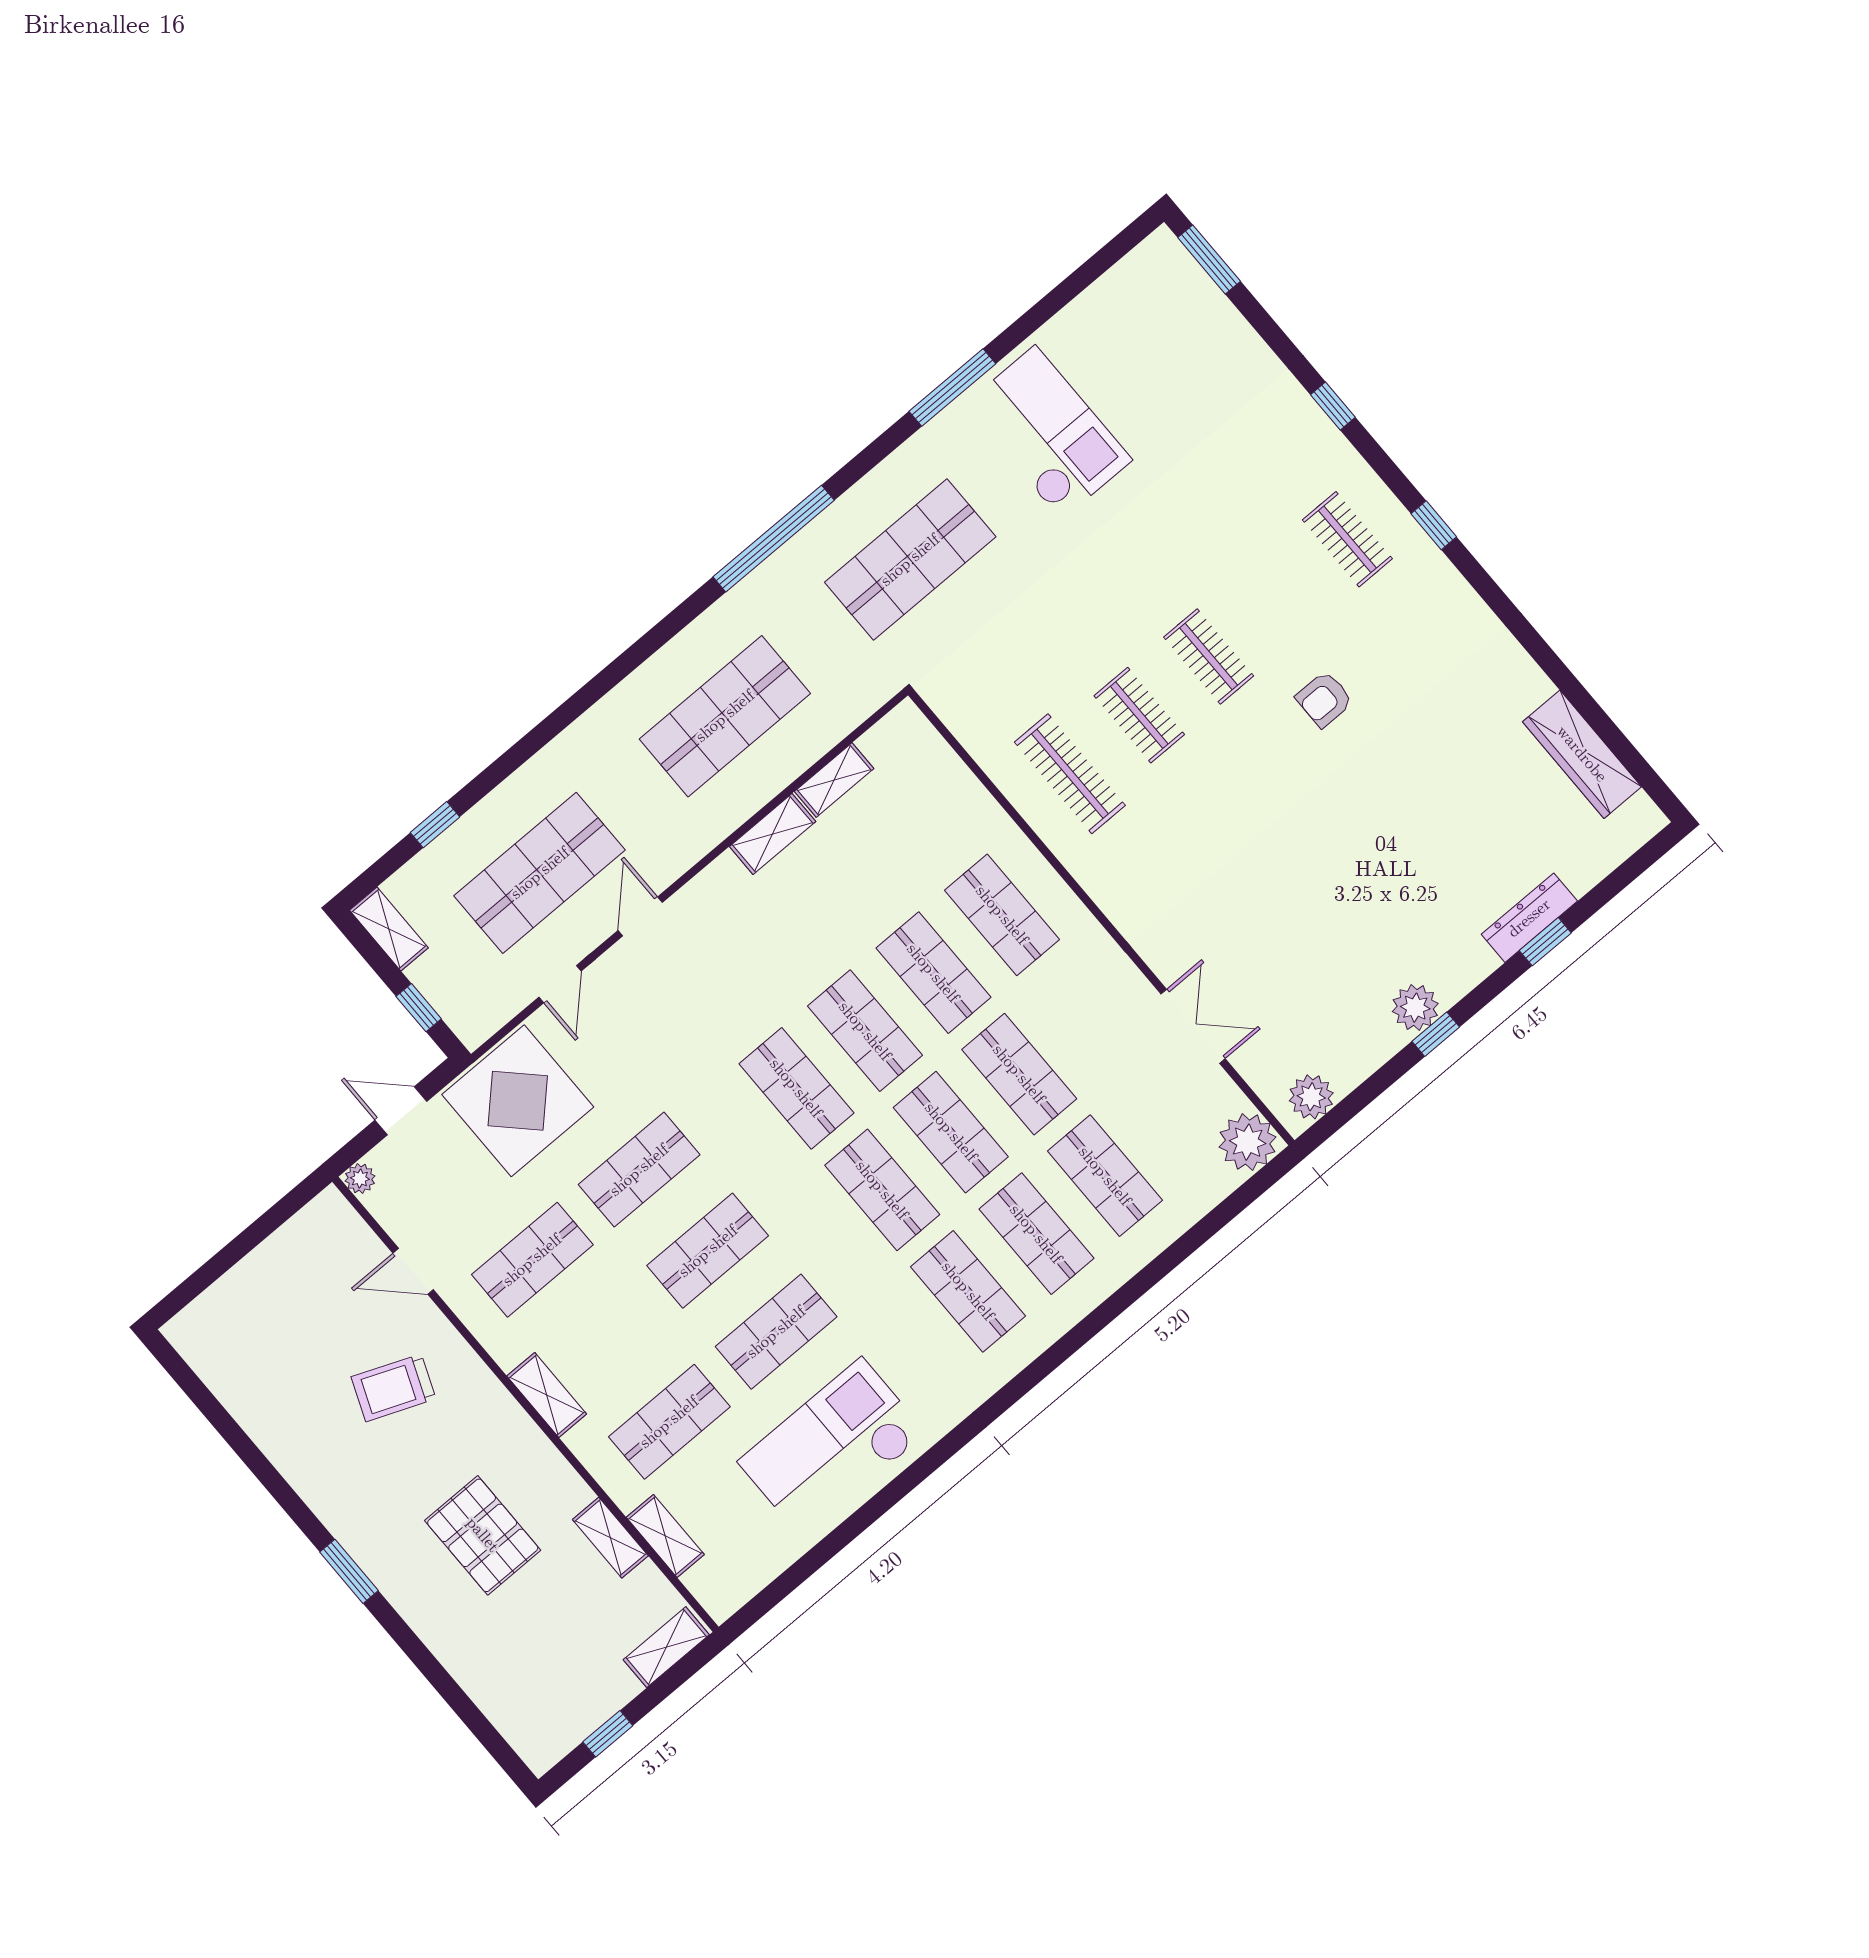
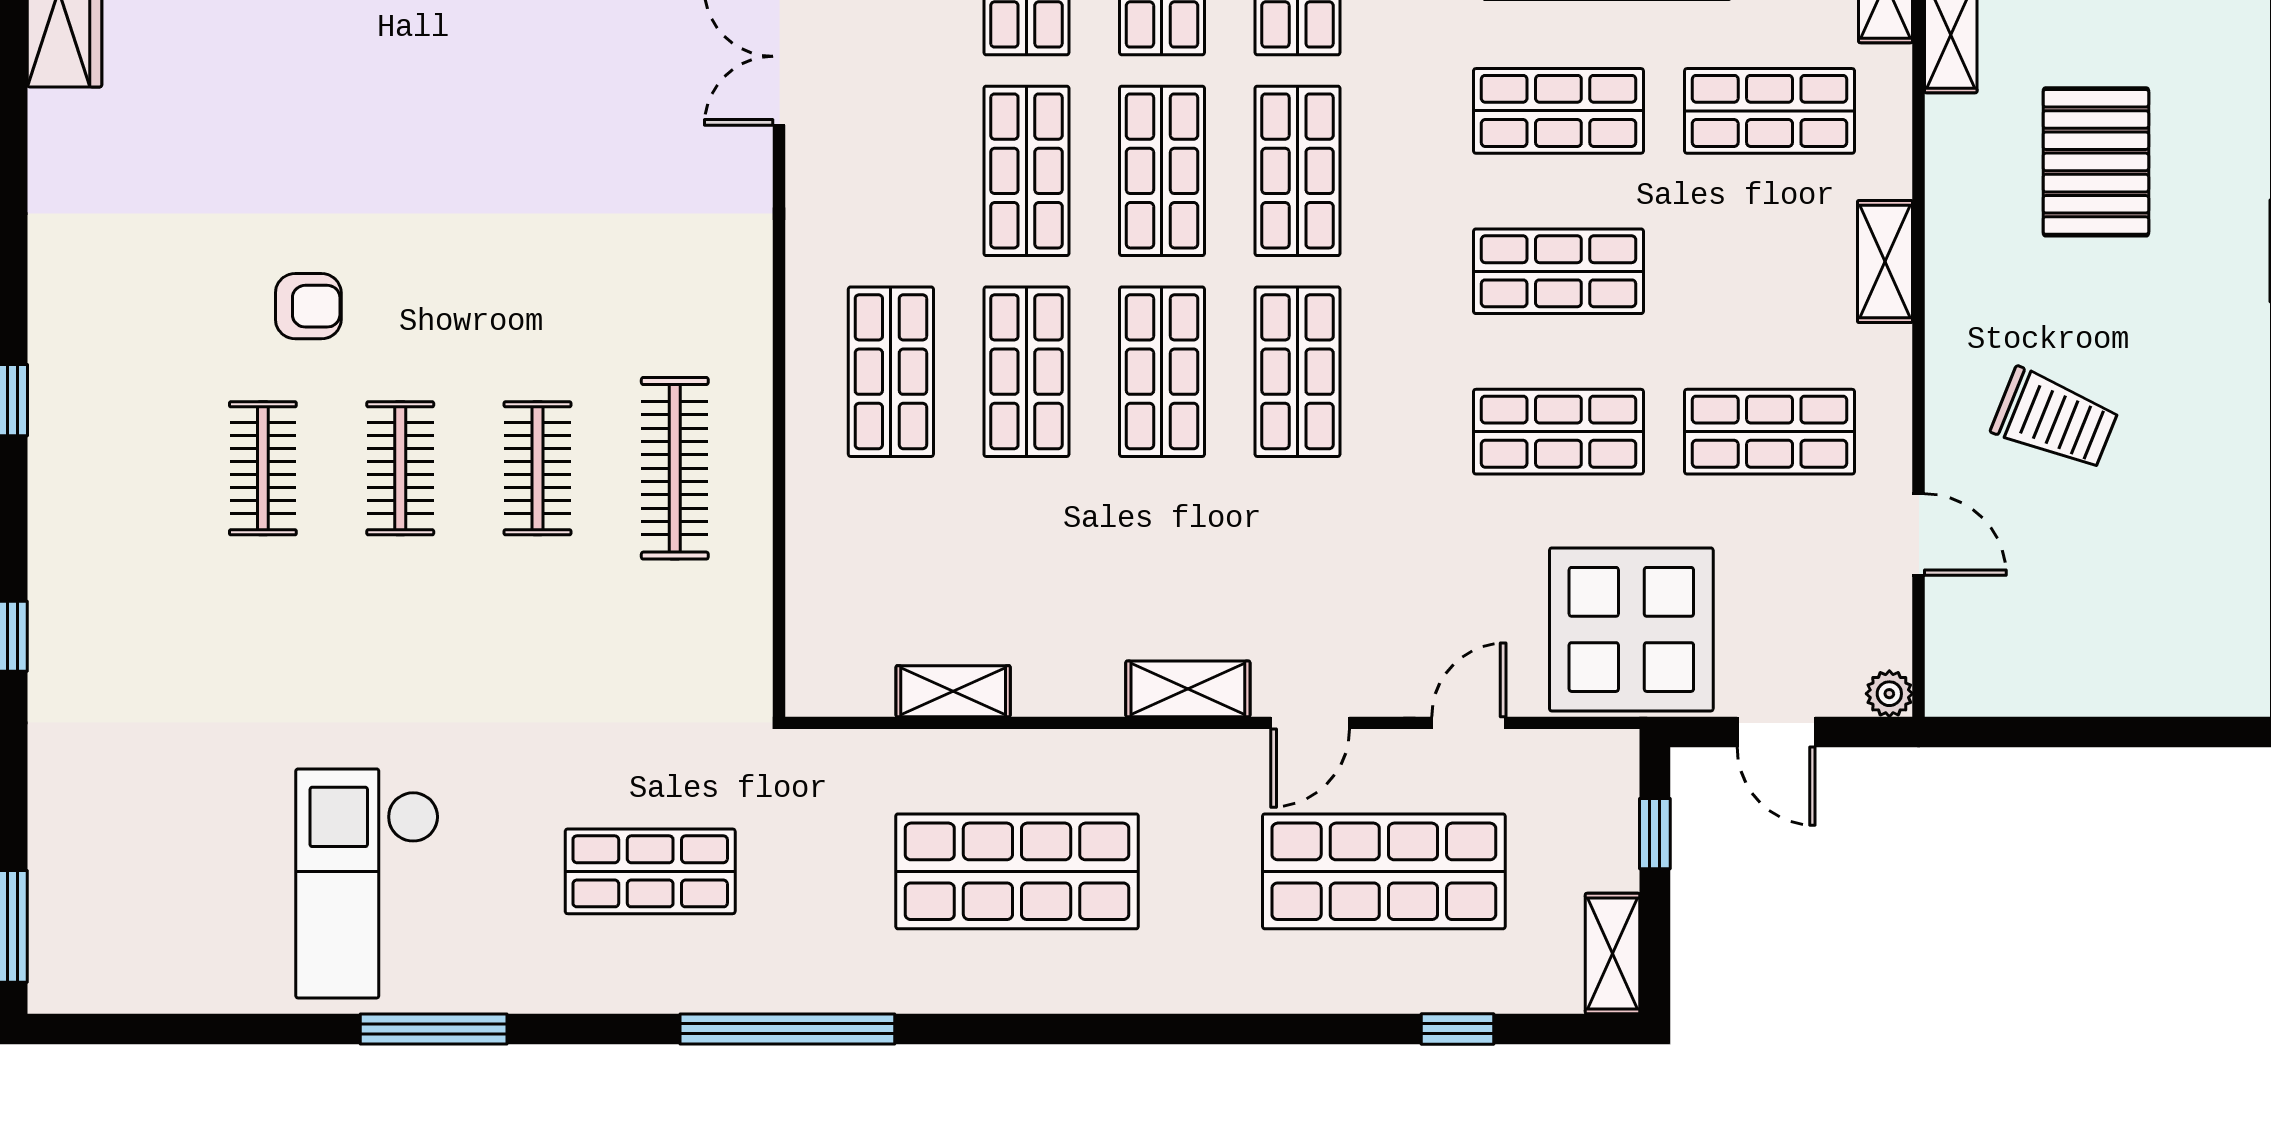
clothes rail: (1347, 539) -> (263, 468), moved
shop shelf: (910, 560) -> (650, 871), width x0.70, depth x0.74
shelving: (773, 834) -> (1188, 689), moved

